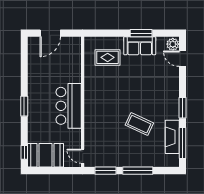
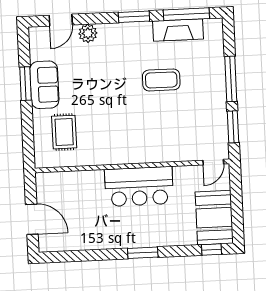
plant: (173, 44) -> (88, 33), moved
coffee table: (139, 124) -> (161, 80), turned 65

